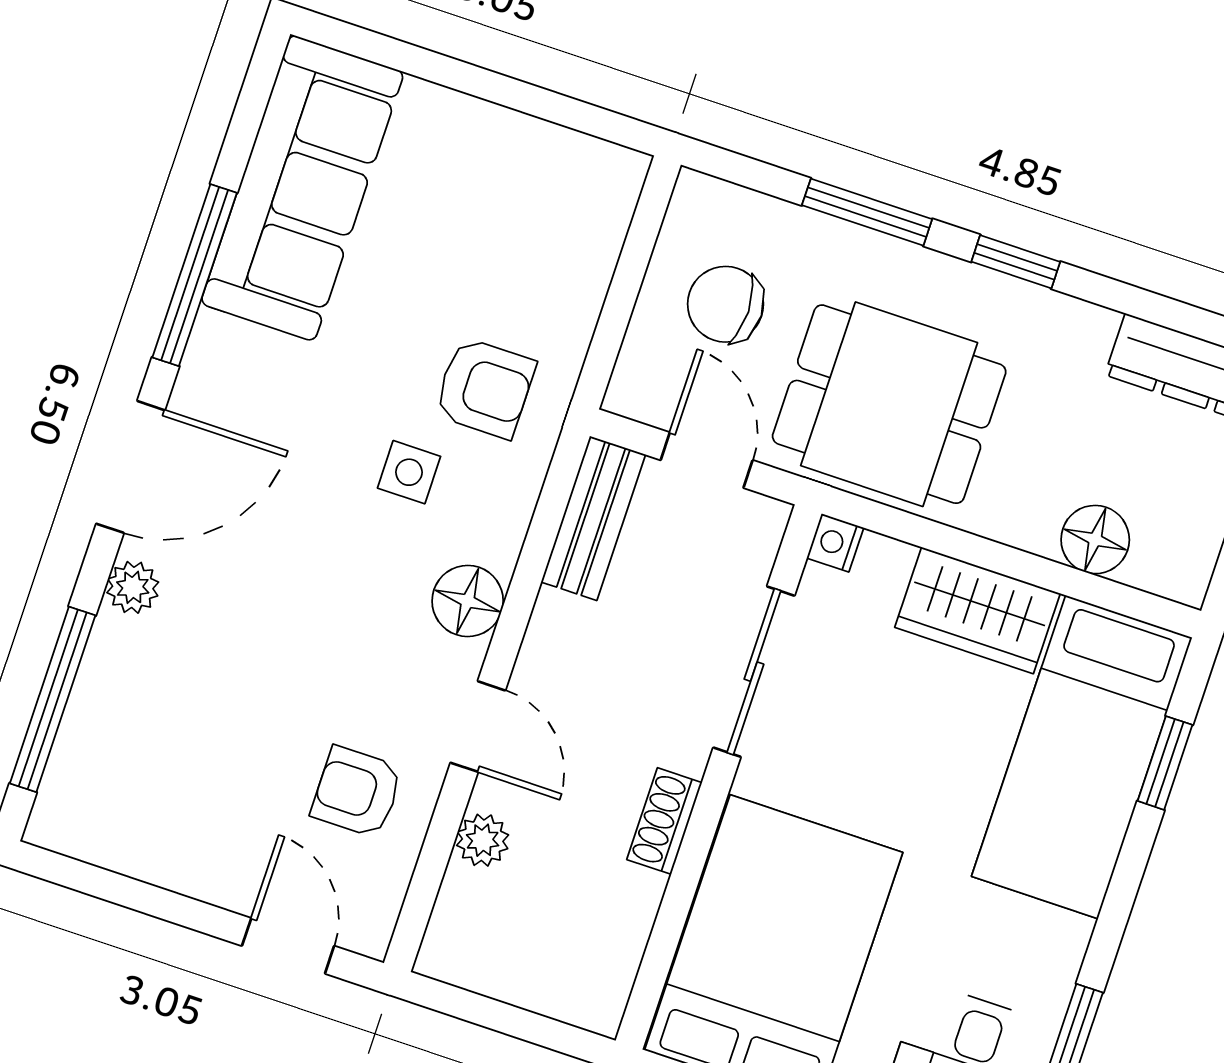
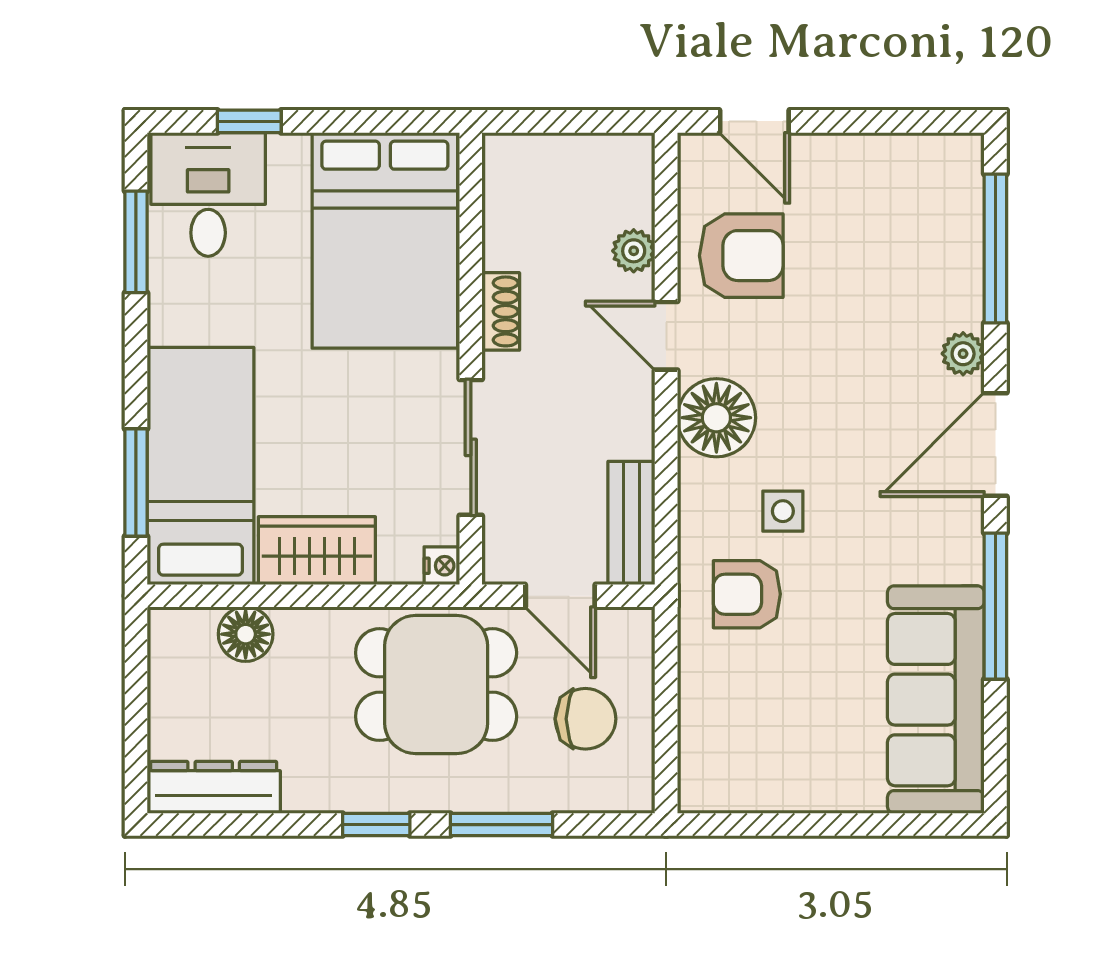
floor lamp: (468, 601) -> (716, 418), width x1.38, depth x1.38
window: (1165, 763) -> (136, 483), width x1.50
armchair: (357, 792) -> (741, 256), width x1.38, depth x1.38

